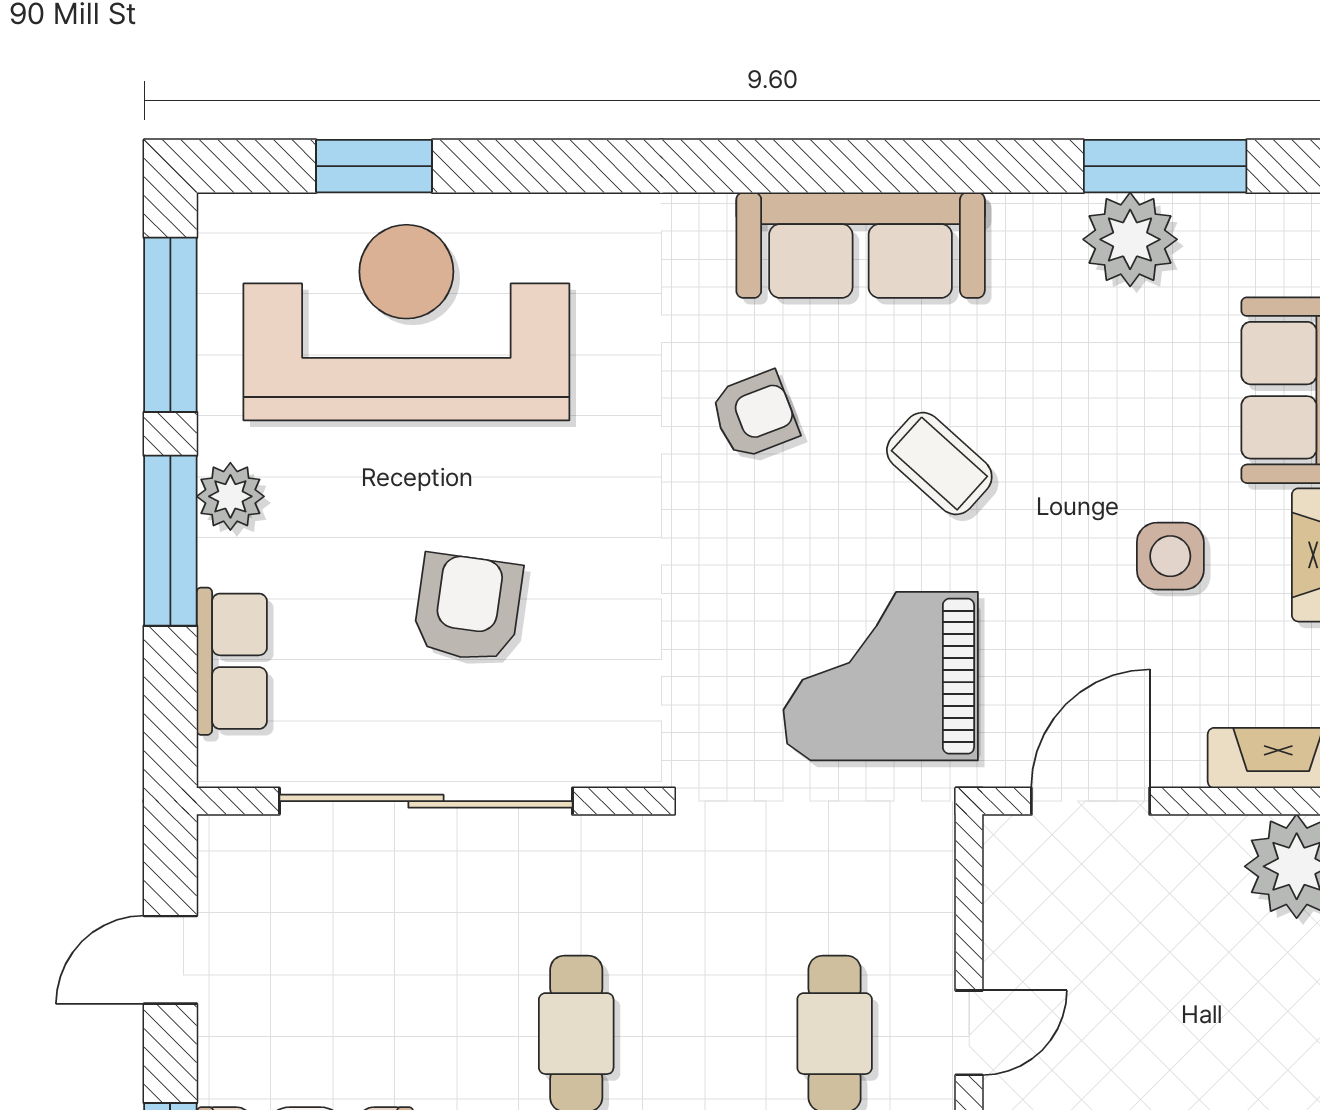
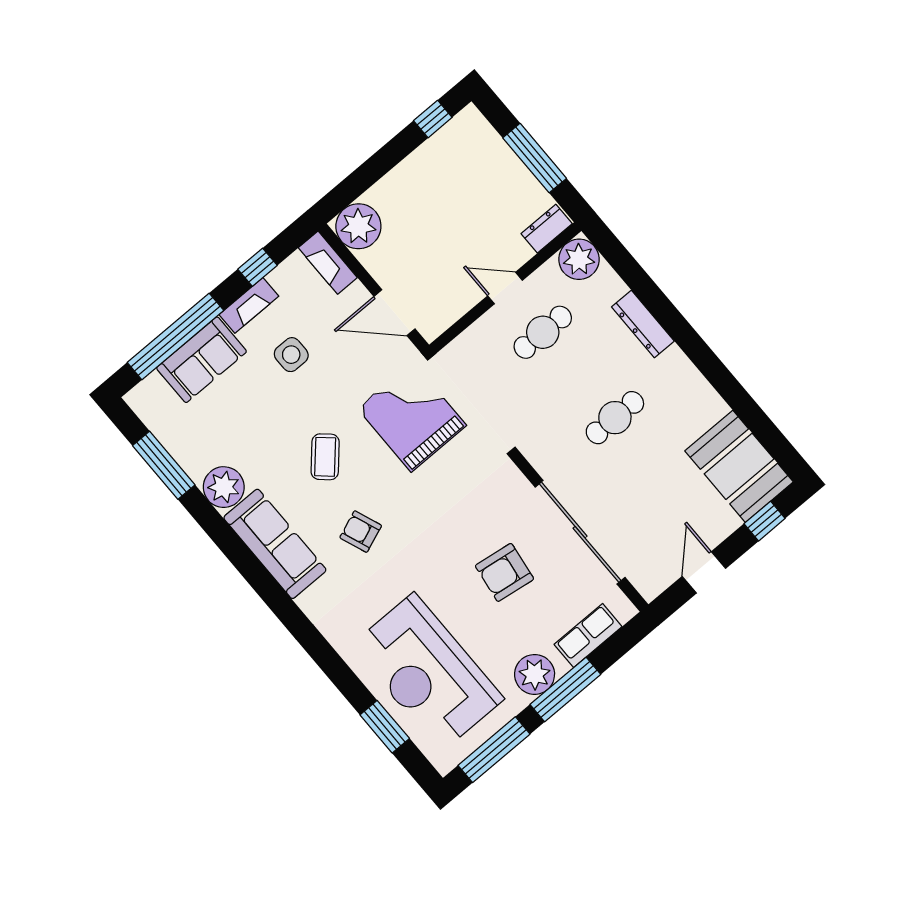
plant: (1130, 239) -> (224, 487), moved
plant: (230, 496) -> (535, 674), width x1.36, depth x1.36
grand piano: (881, 676) -> (412, 417), turned 180
door: (170, 960) -> (704, 572), swing flipped

